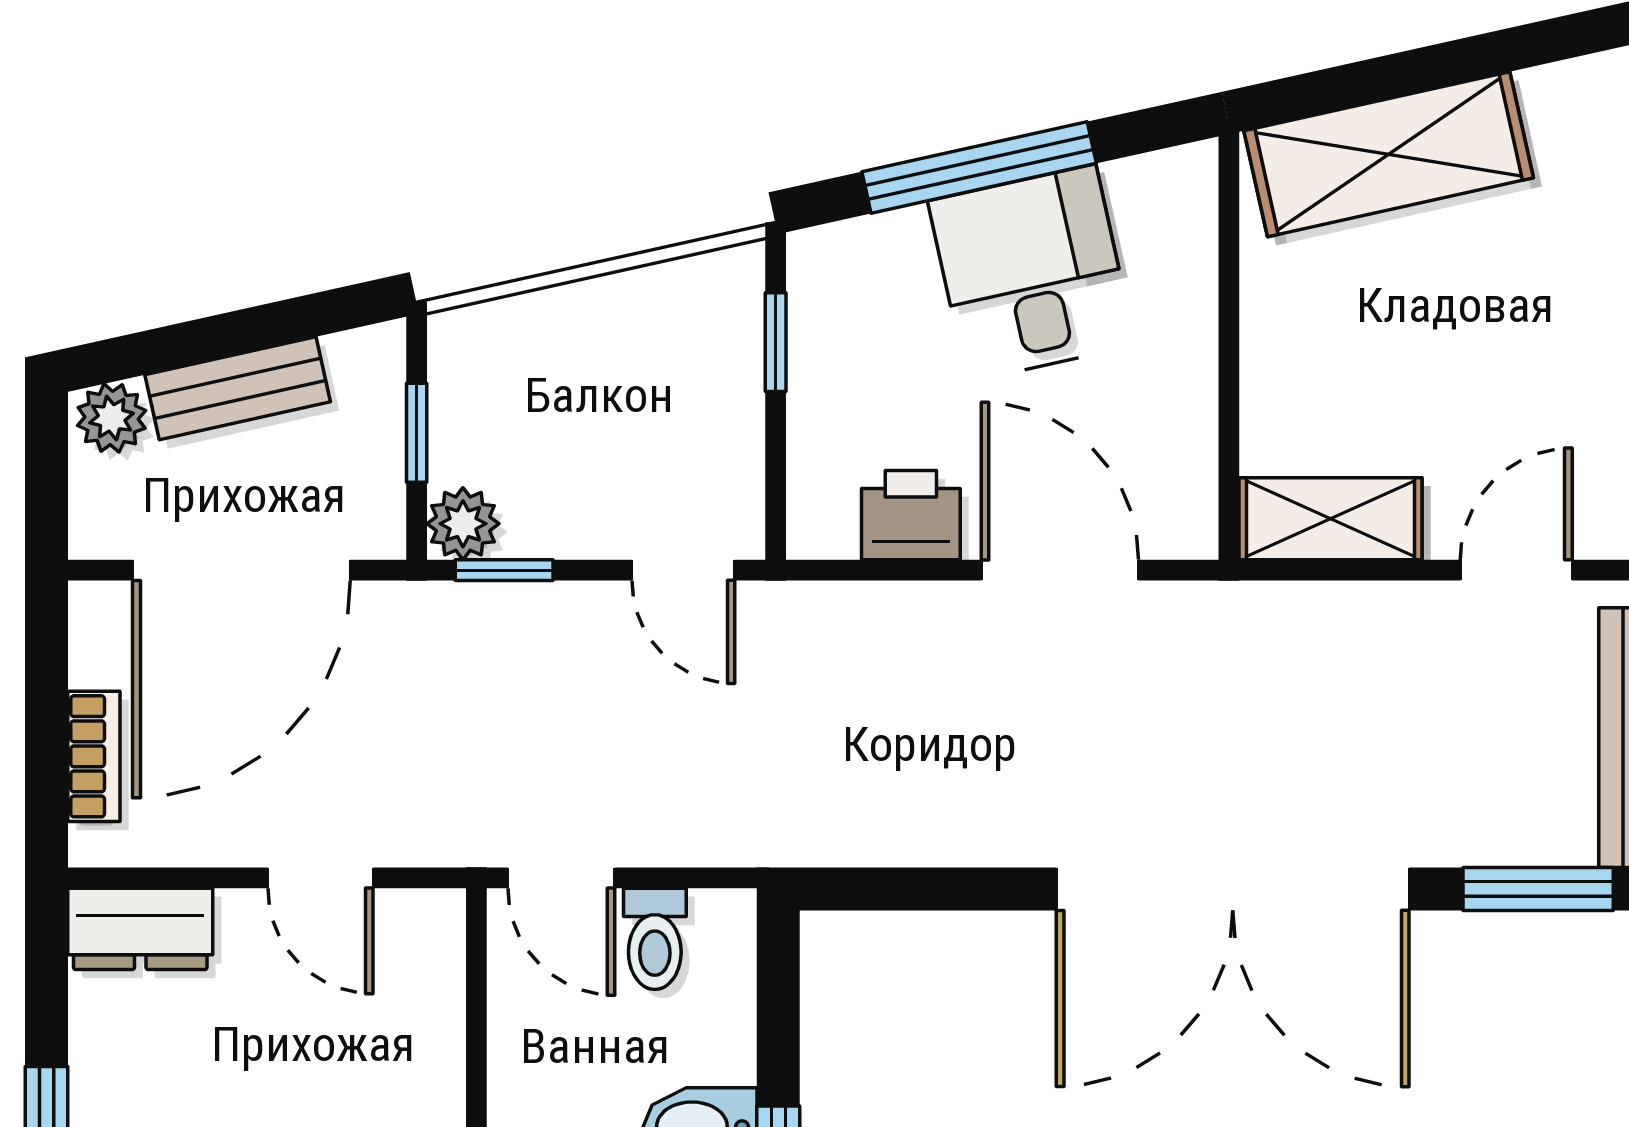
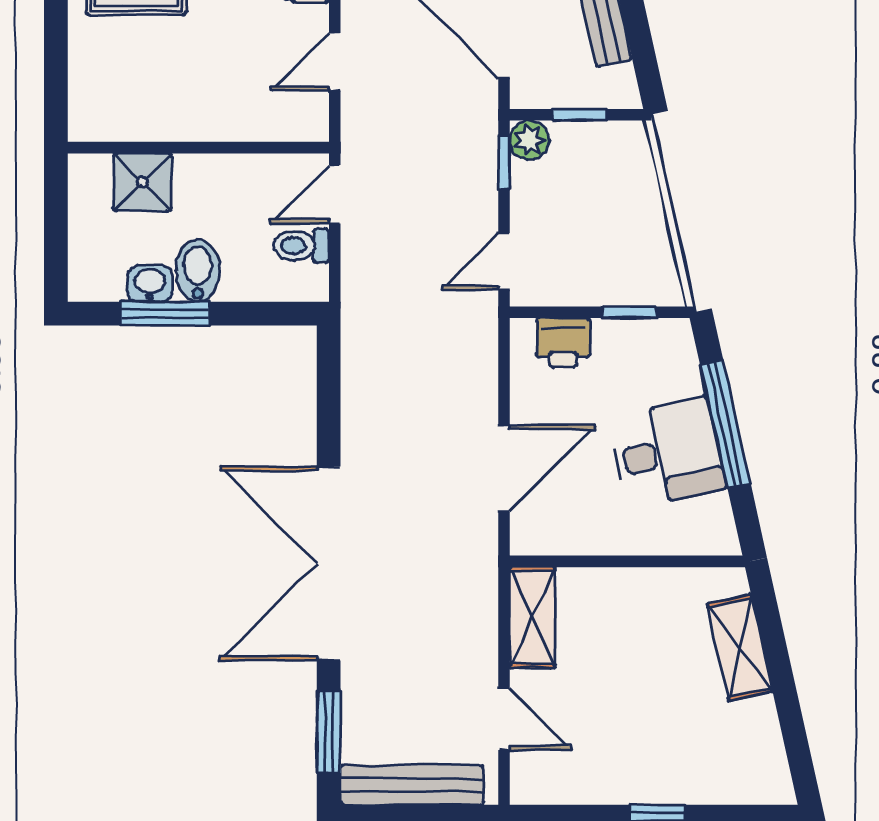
shelving: (1389, 154) -> (740, 648), width x0.67, depth x0.75
printer: (911, 515) -> (563, 342), moved, turned 90

